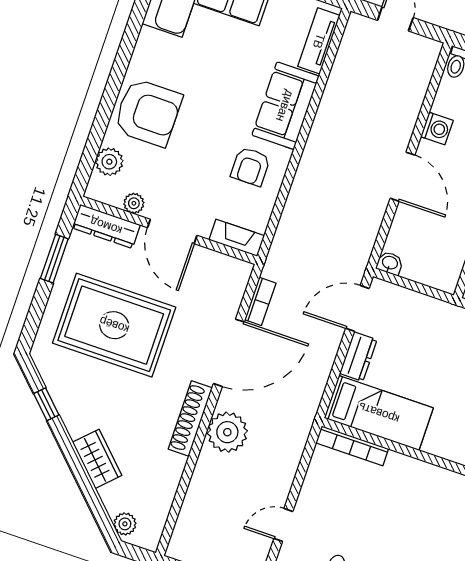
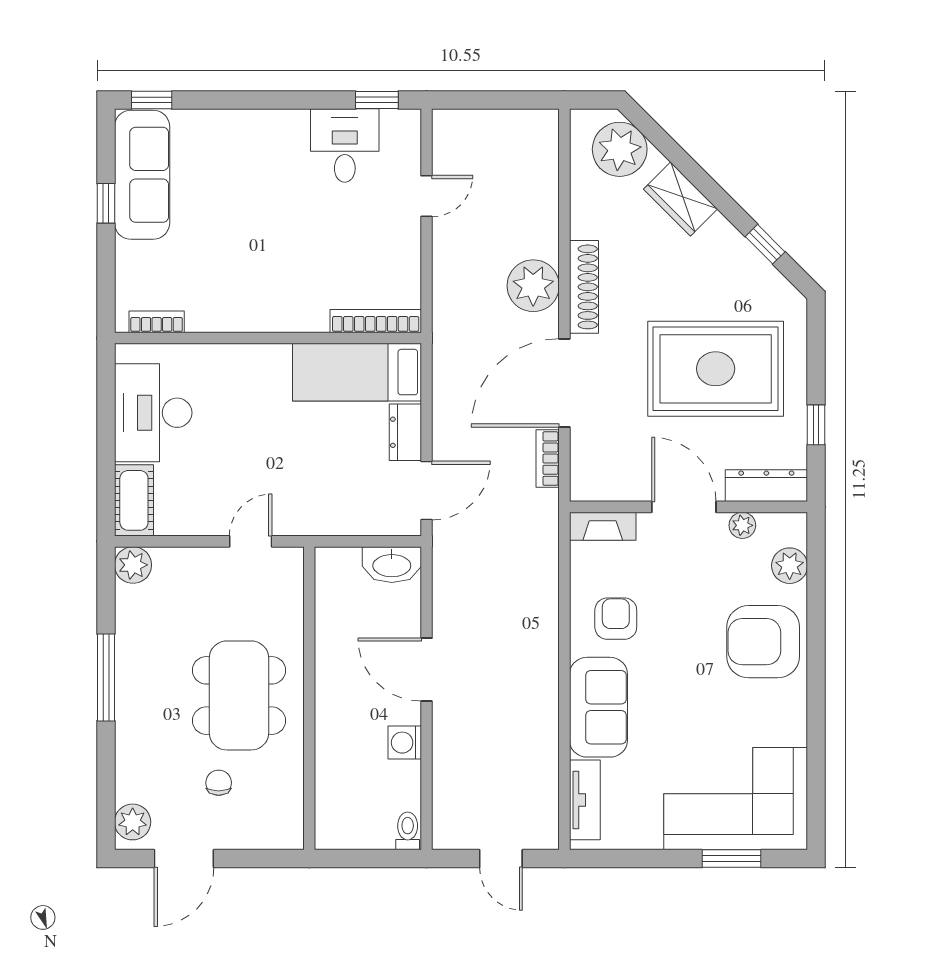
window: (54, 259) -> (816, 425), width x0.67
washbasin: (390, 263) -> (392, 565), width x1.91, depth x1.45
plant: (125, 524) -> (620, 149), width x1.87, depth x1.87

